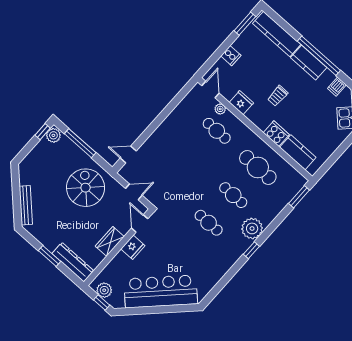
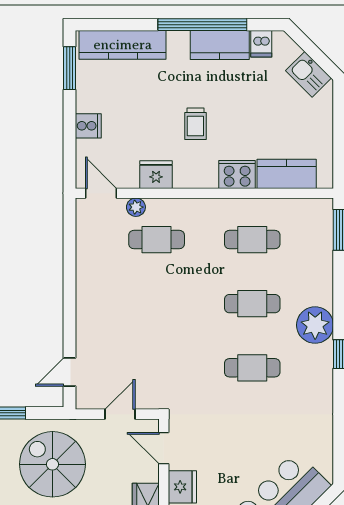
kitchen counter: (309, 63) -> (220, 45), moved
cafe table: (258, 167) -> (252, 240), width x0.73, depth x0.74

